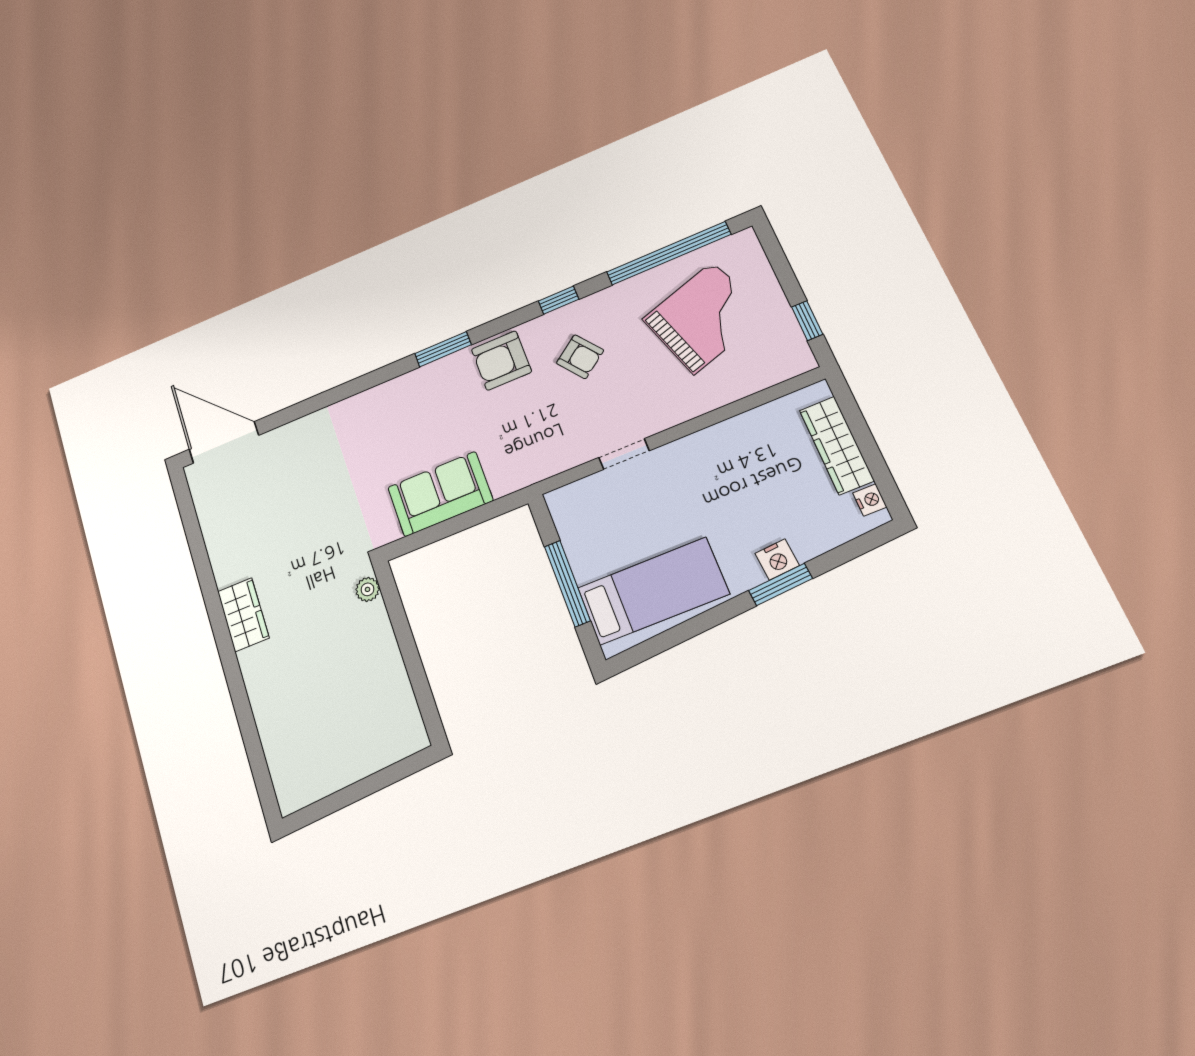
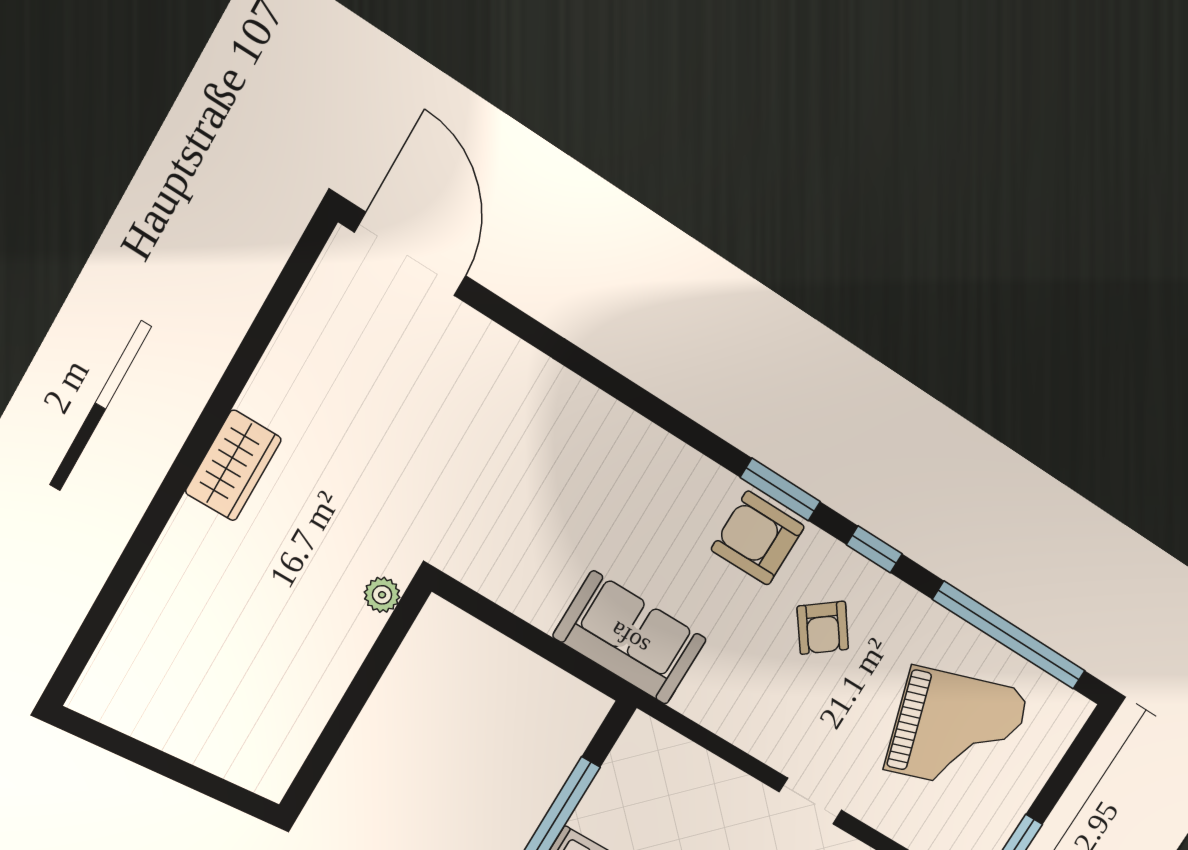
window: (443, 349) -> (780, 490), moved
doorway: (624, 454) -> (810, 801), moved
sofa: (440, 494) -> (630, 638), moved

